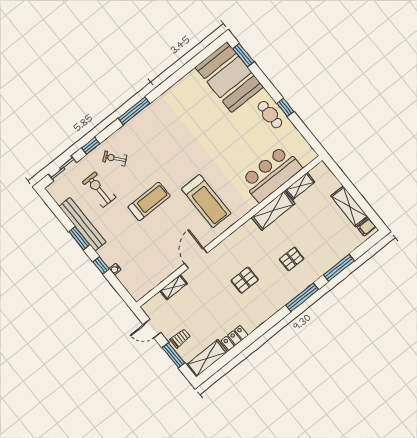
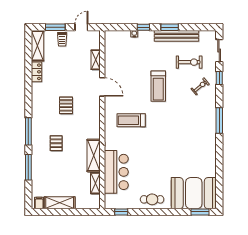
window: (285, 107) -> (121, 212), moved
treadmill: (206, 201) -> (131, 120), width x0.73, depth x0.73

